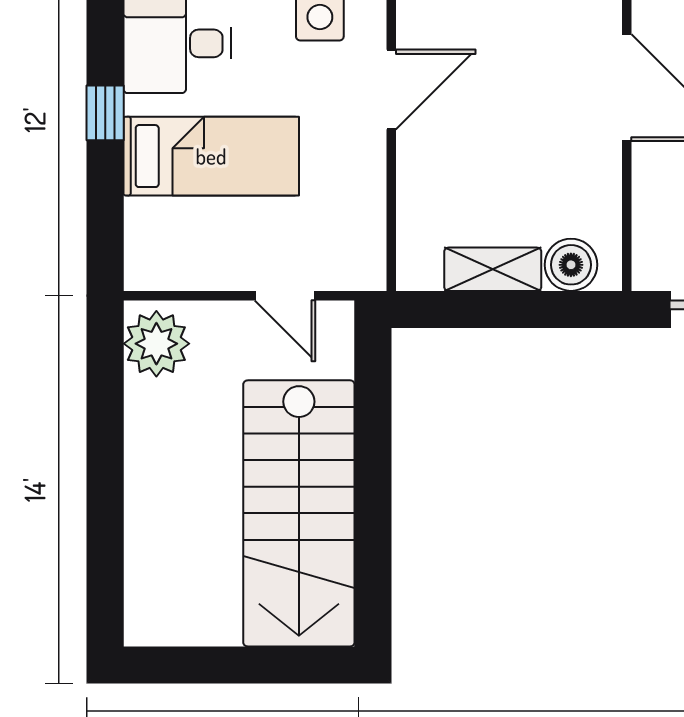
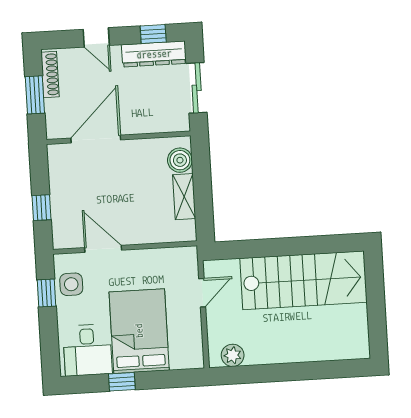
bed: (211, 156) -> (139, 331), width x1.50
plant: (156, 344) -> (233, 355), width x0.73, depth x0.73

